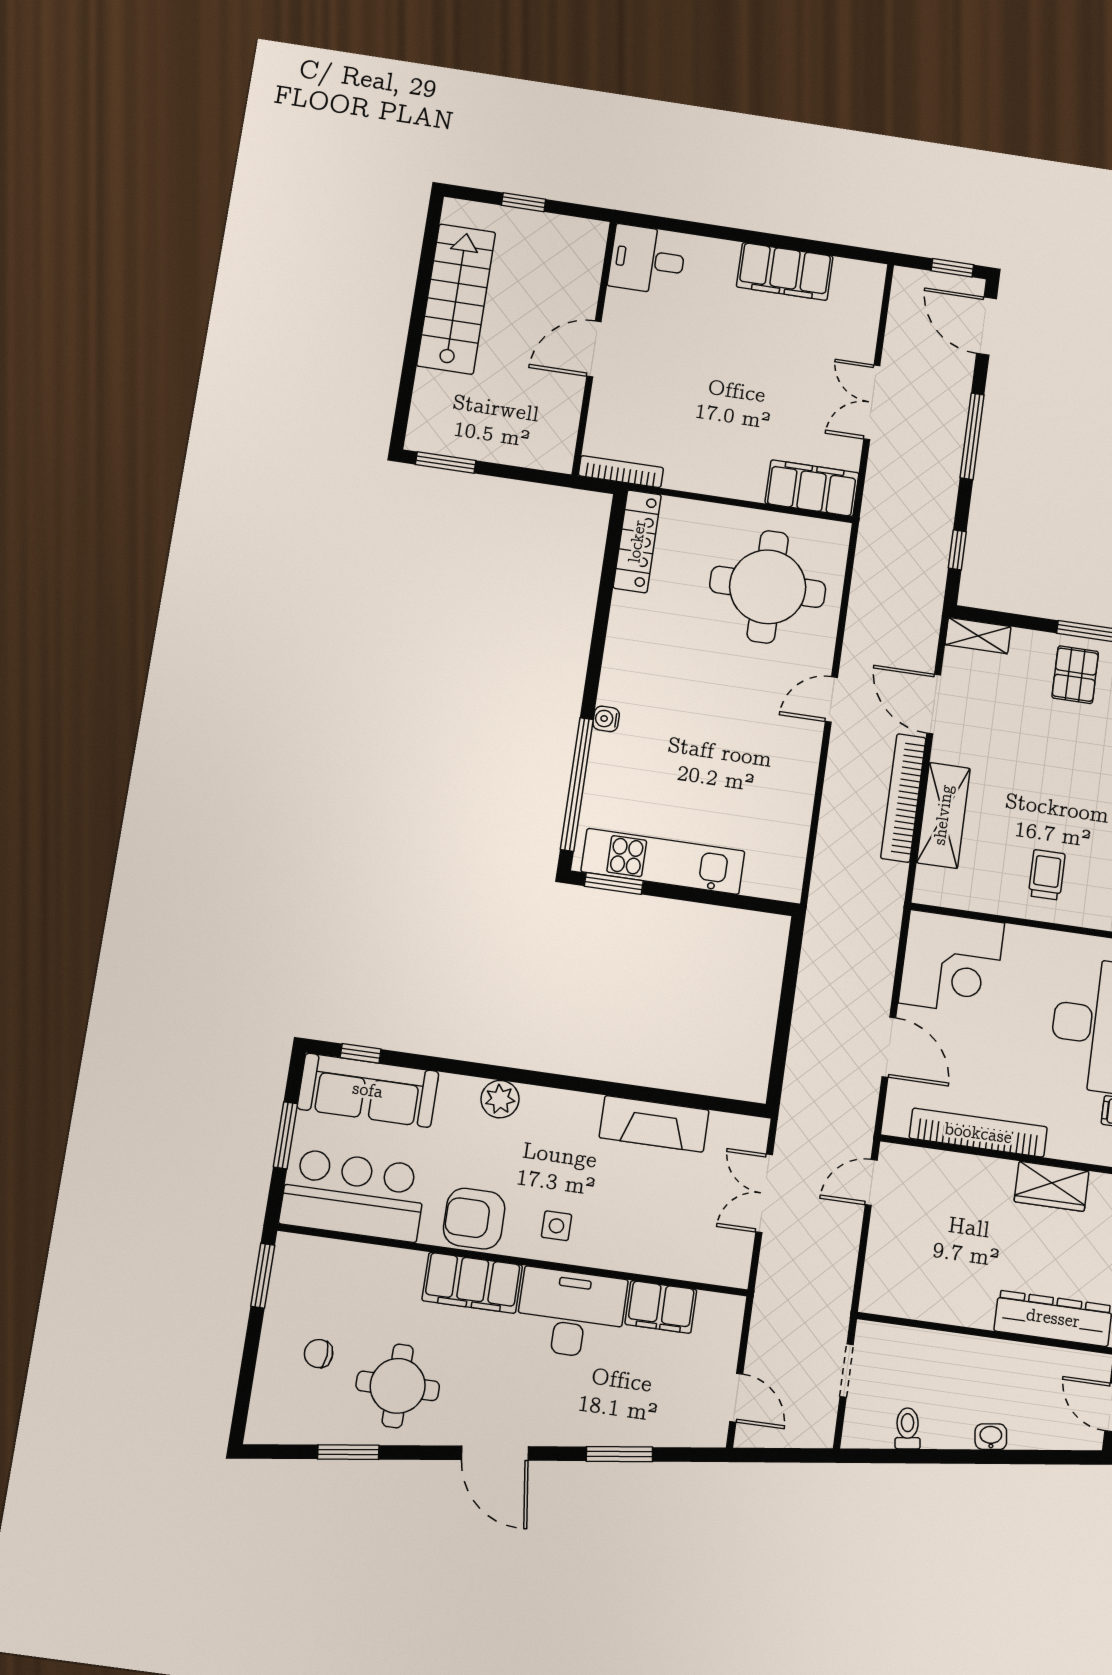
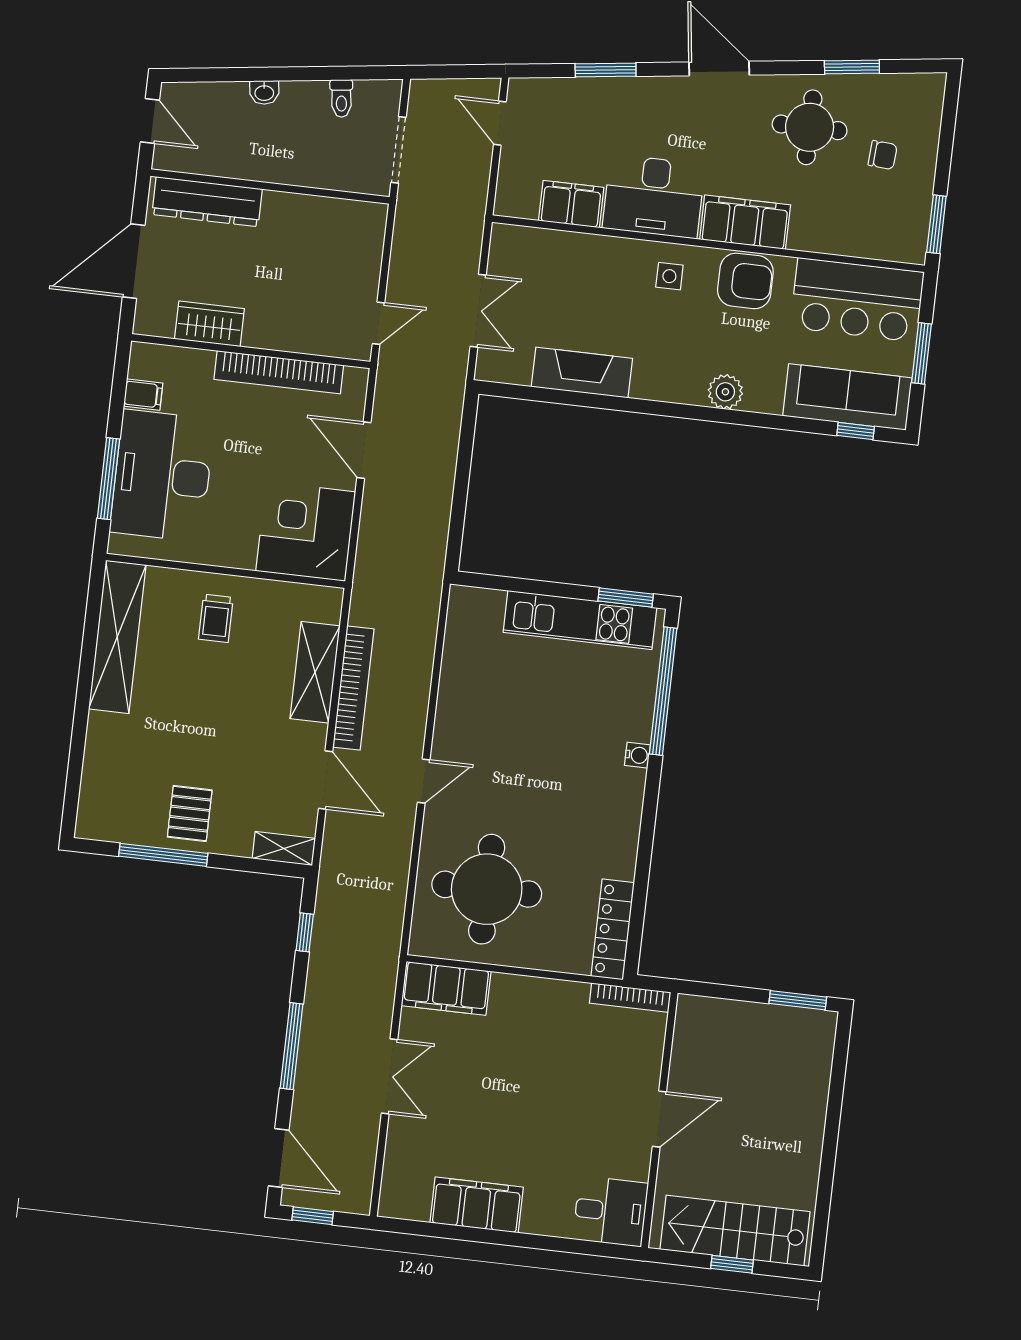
stairs: (456, 299) -> (735, 1231), moved, turned 90
doorway: (847, 1370) -> (399, 150), width x1.37

